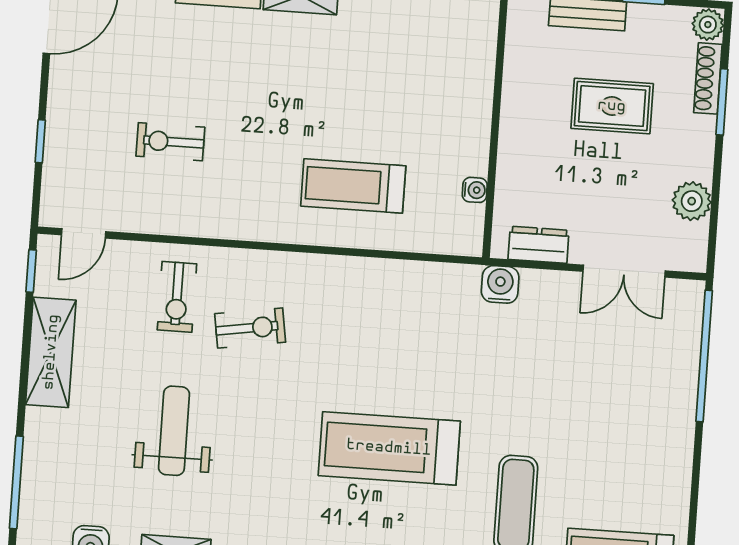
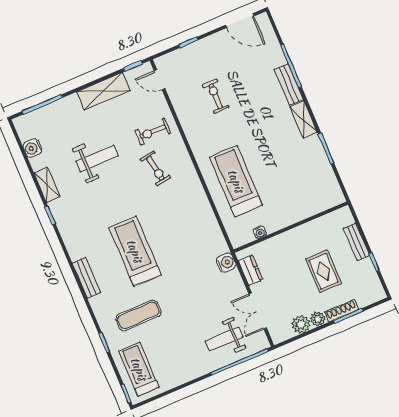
plant: (708, 25) -> (318, 319), moved
shoe rack: (708, 78) -> (342, 311), moved
treadmill: (353, 186) -> (236, 181), width x1.37, depth x1.38
weight bench: (645, 363) -> (224, 339), added

